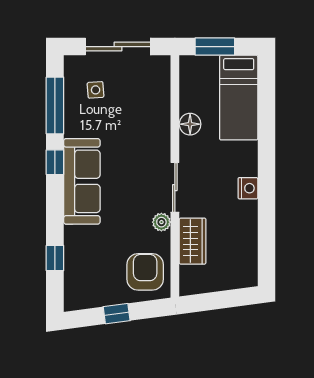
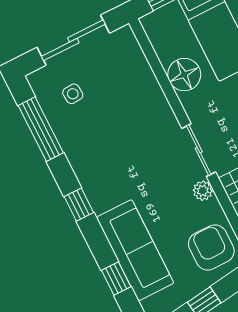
floor lamp: (190, 124) -> (184, 75), width x1.38, depth x1.38
window: (55, 162) -> (79, 205), moved
sofa: (82, 181) -> (135, 250), moved

